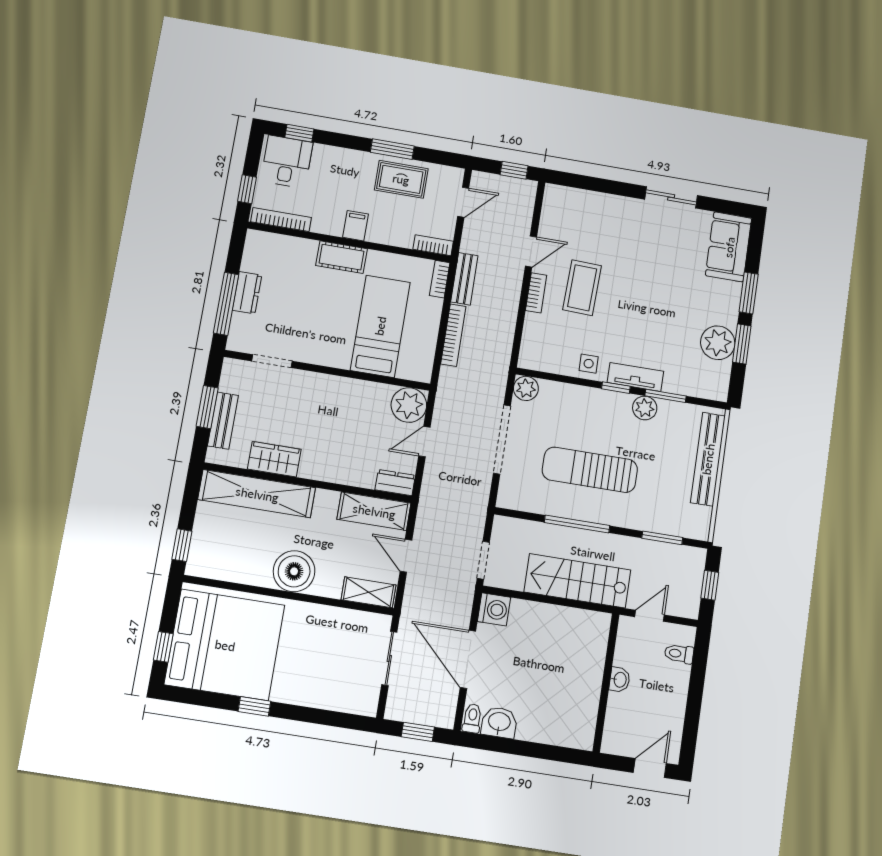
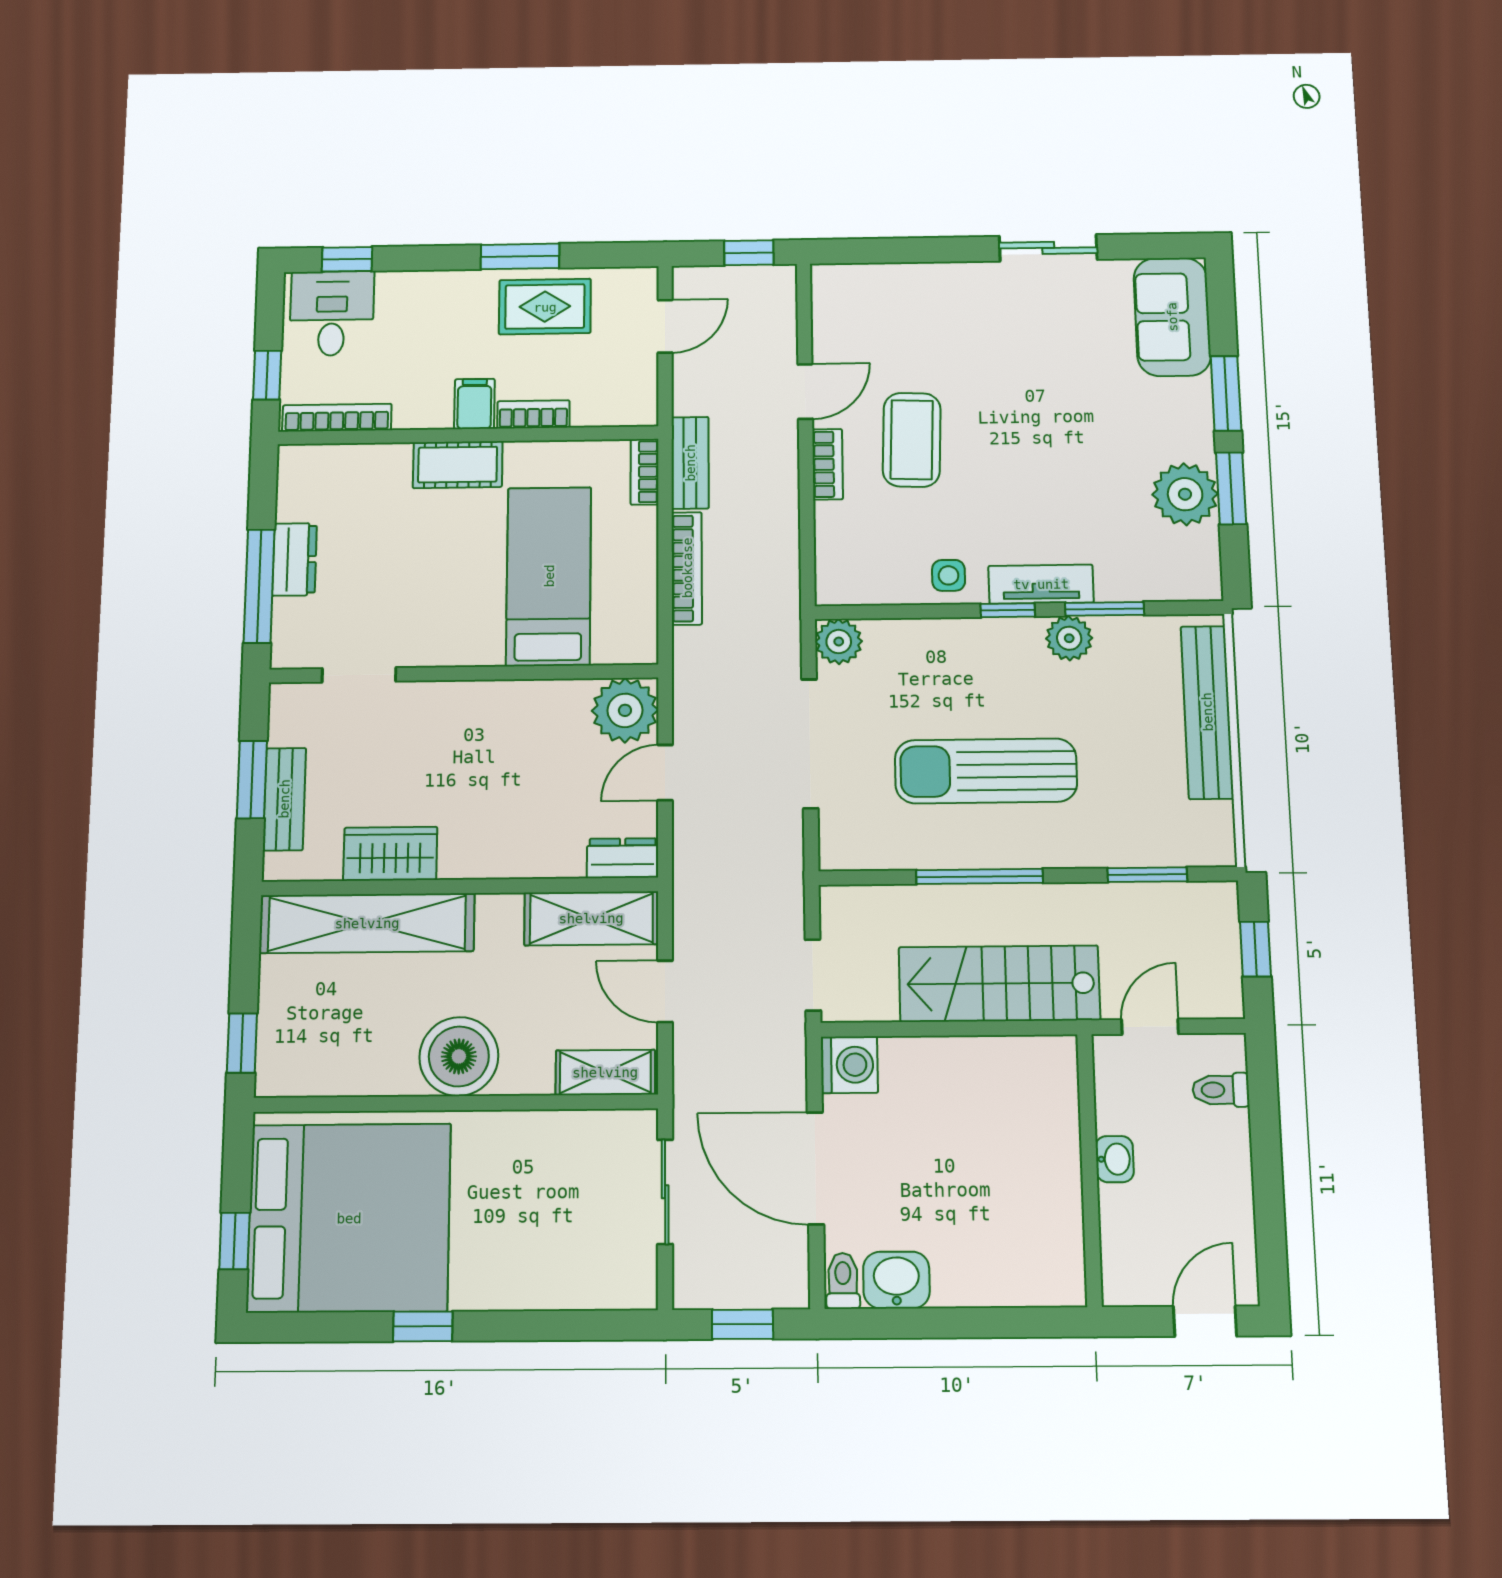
bookcase: (433, 245) -> (533, 414), moved

